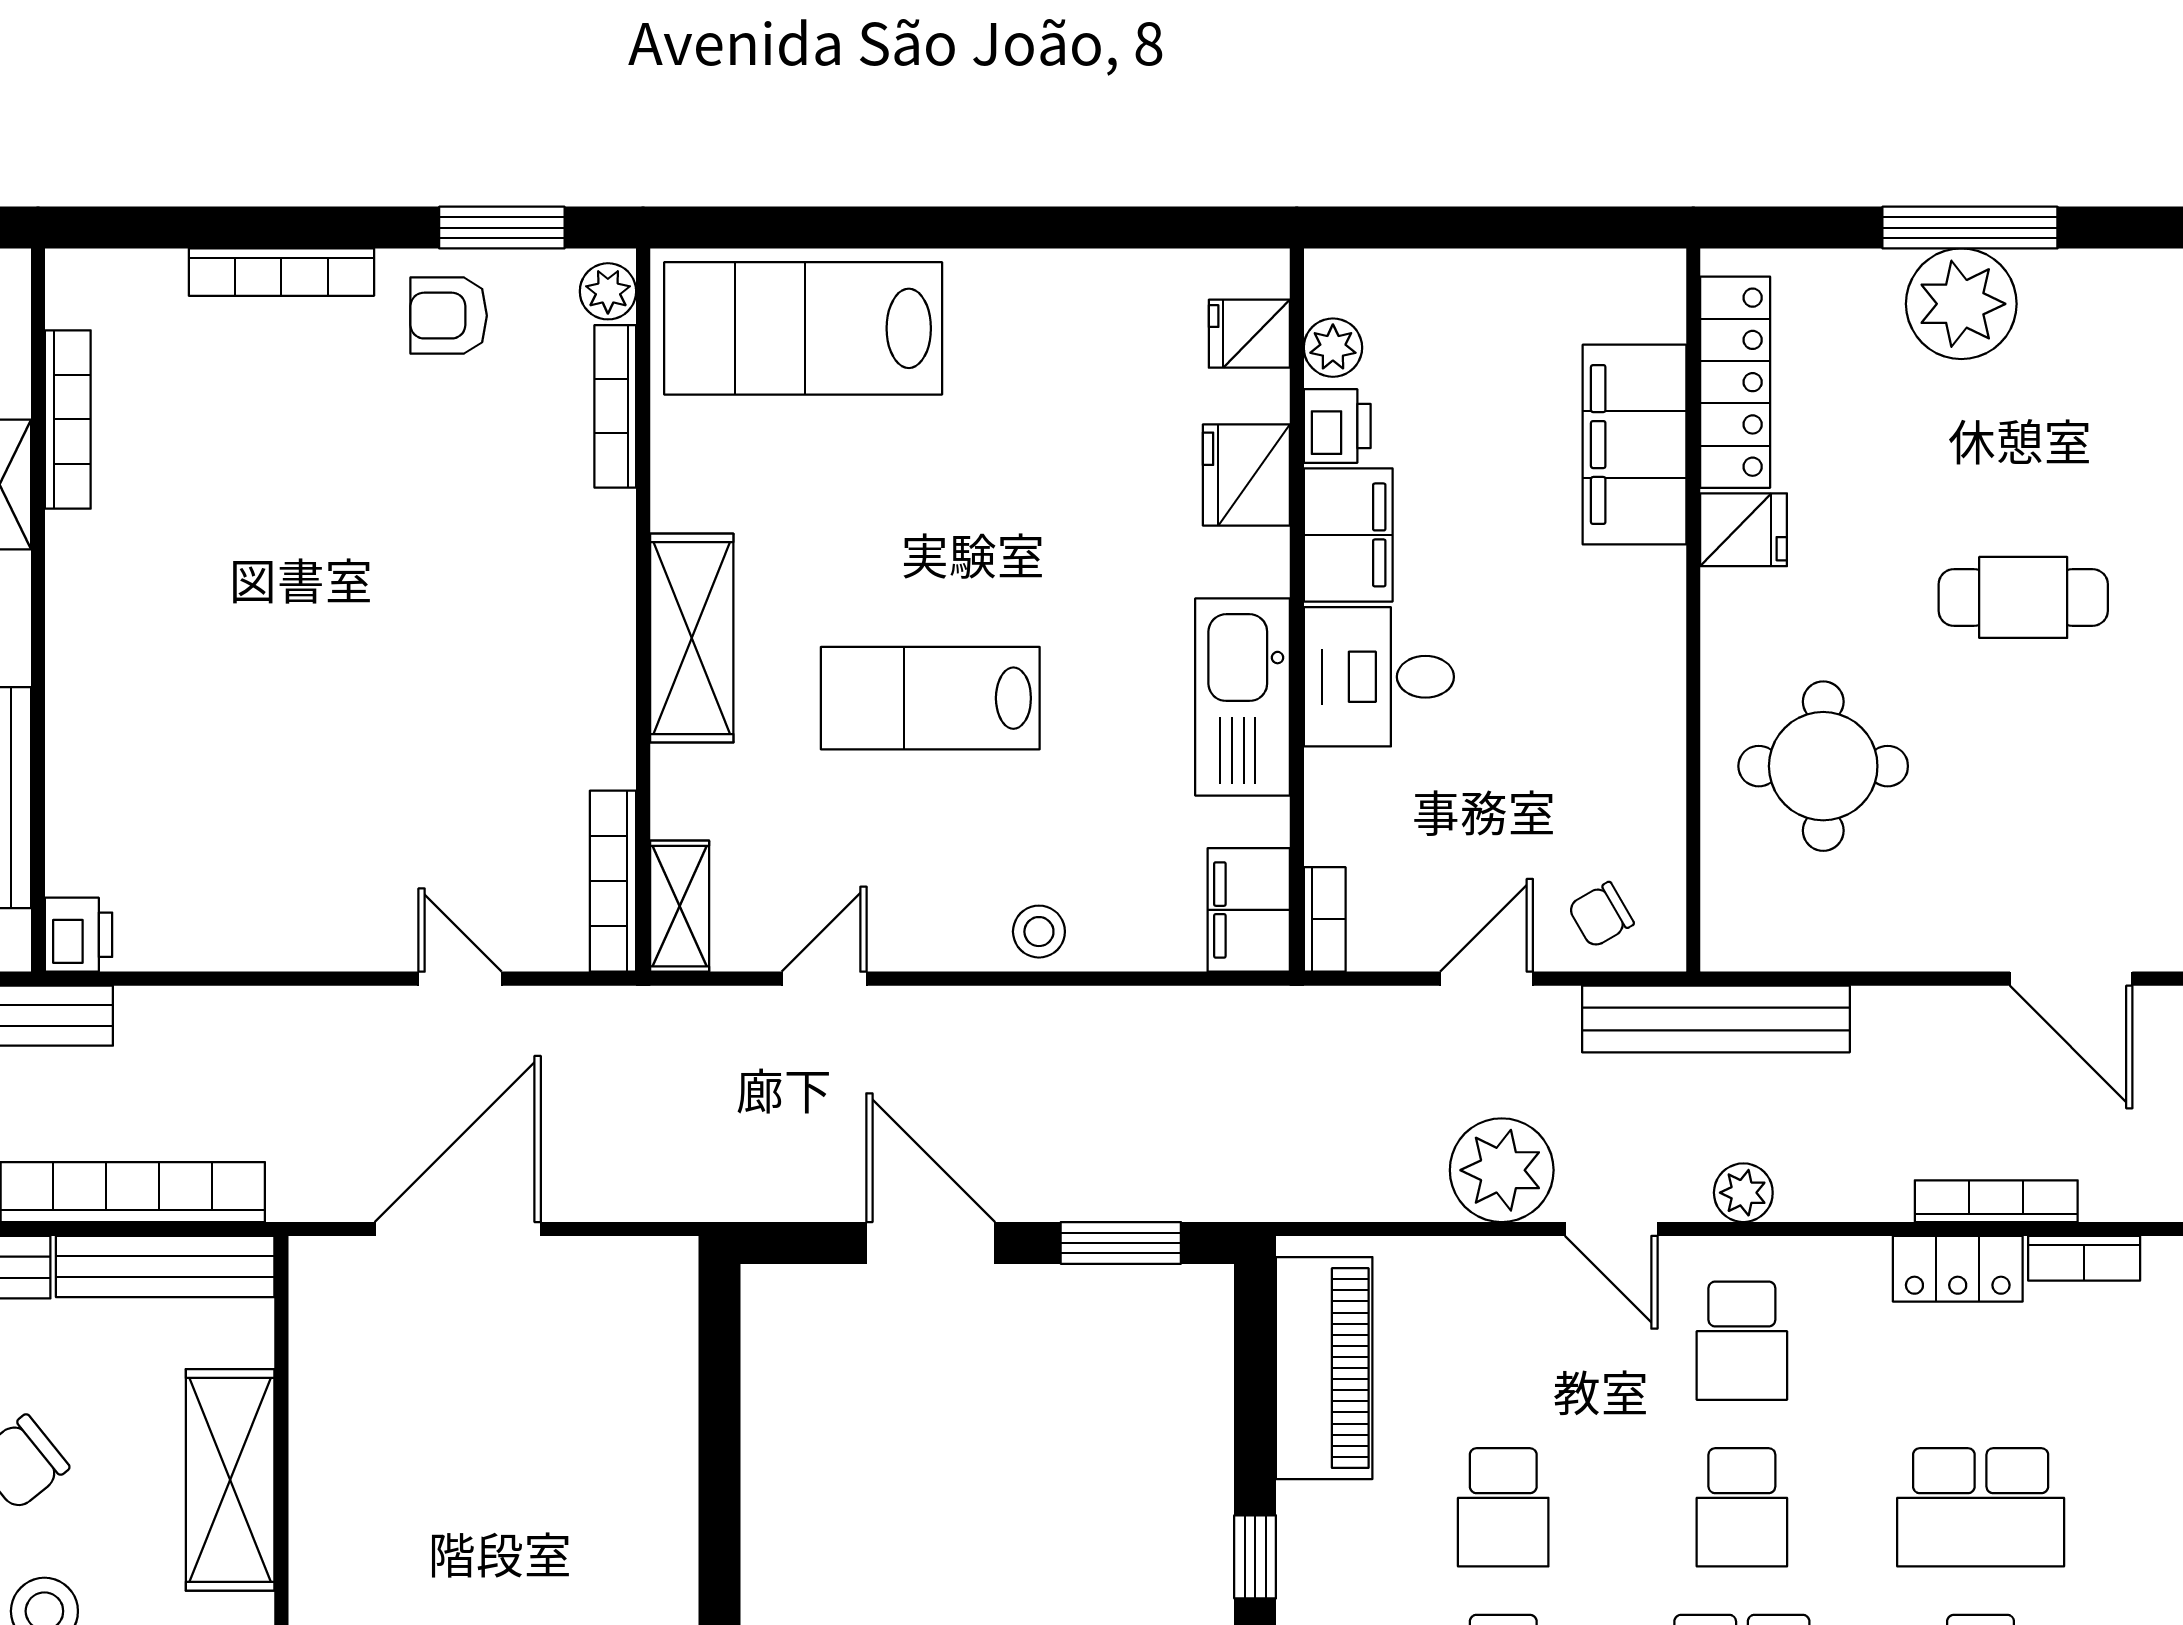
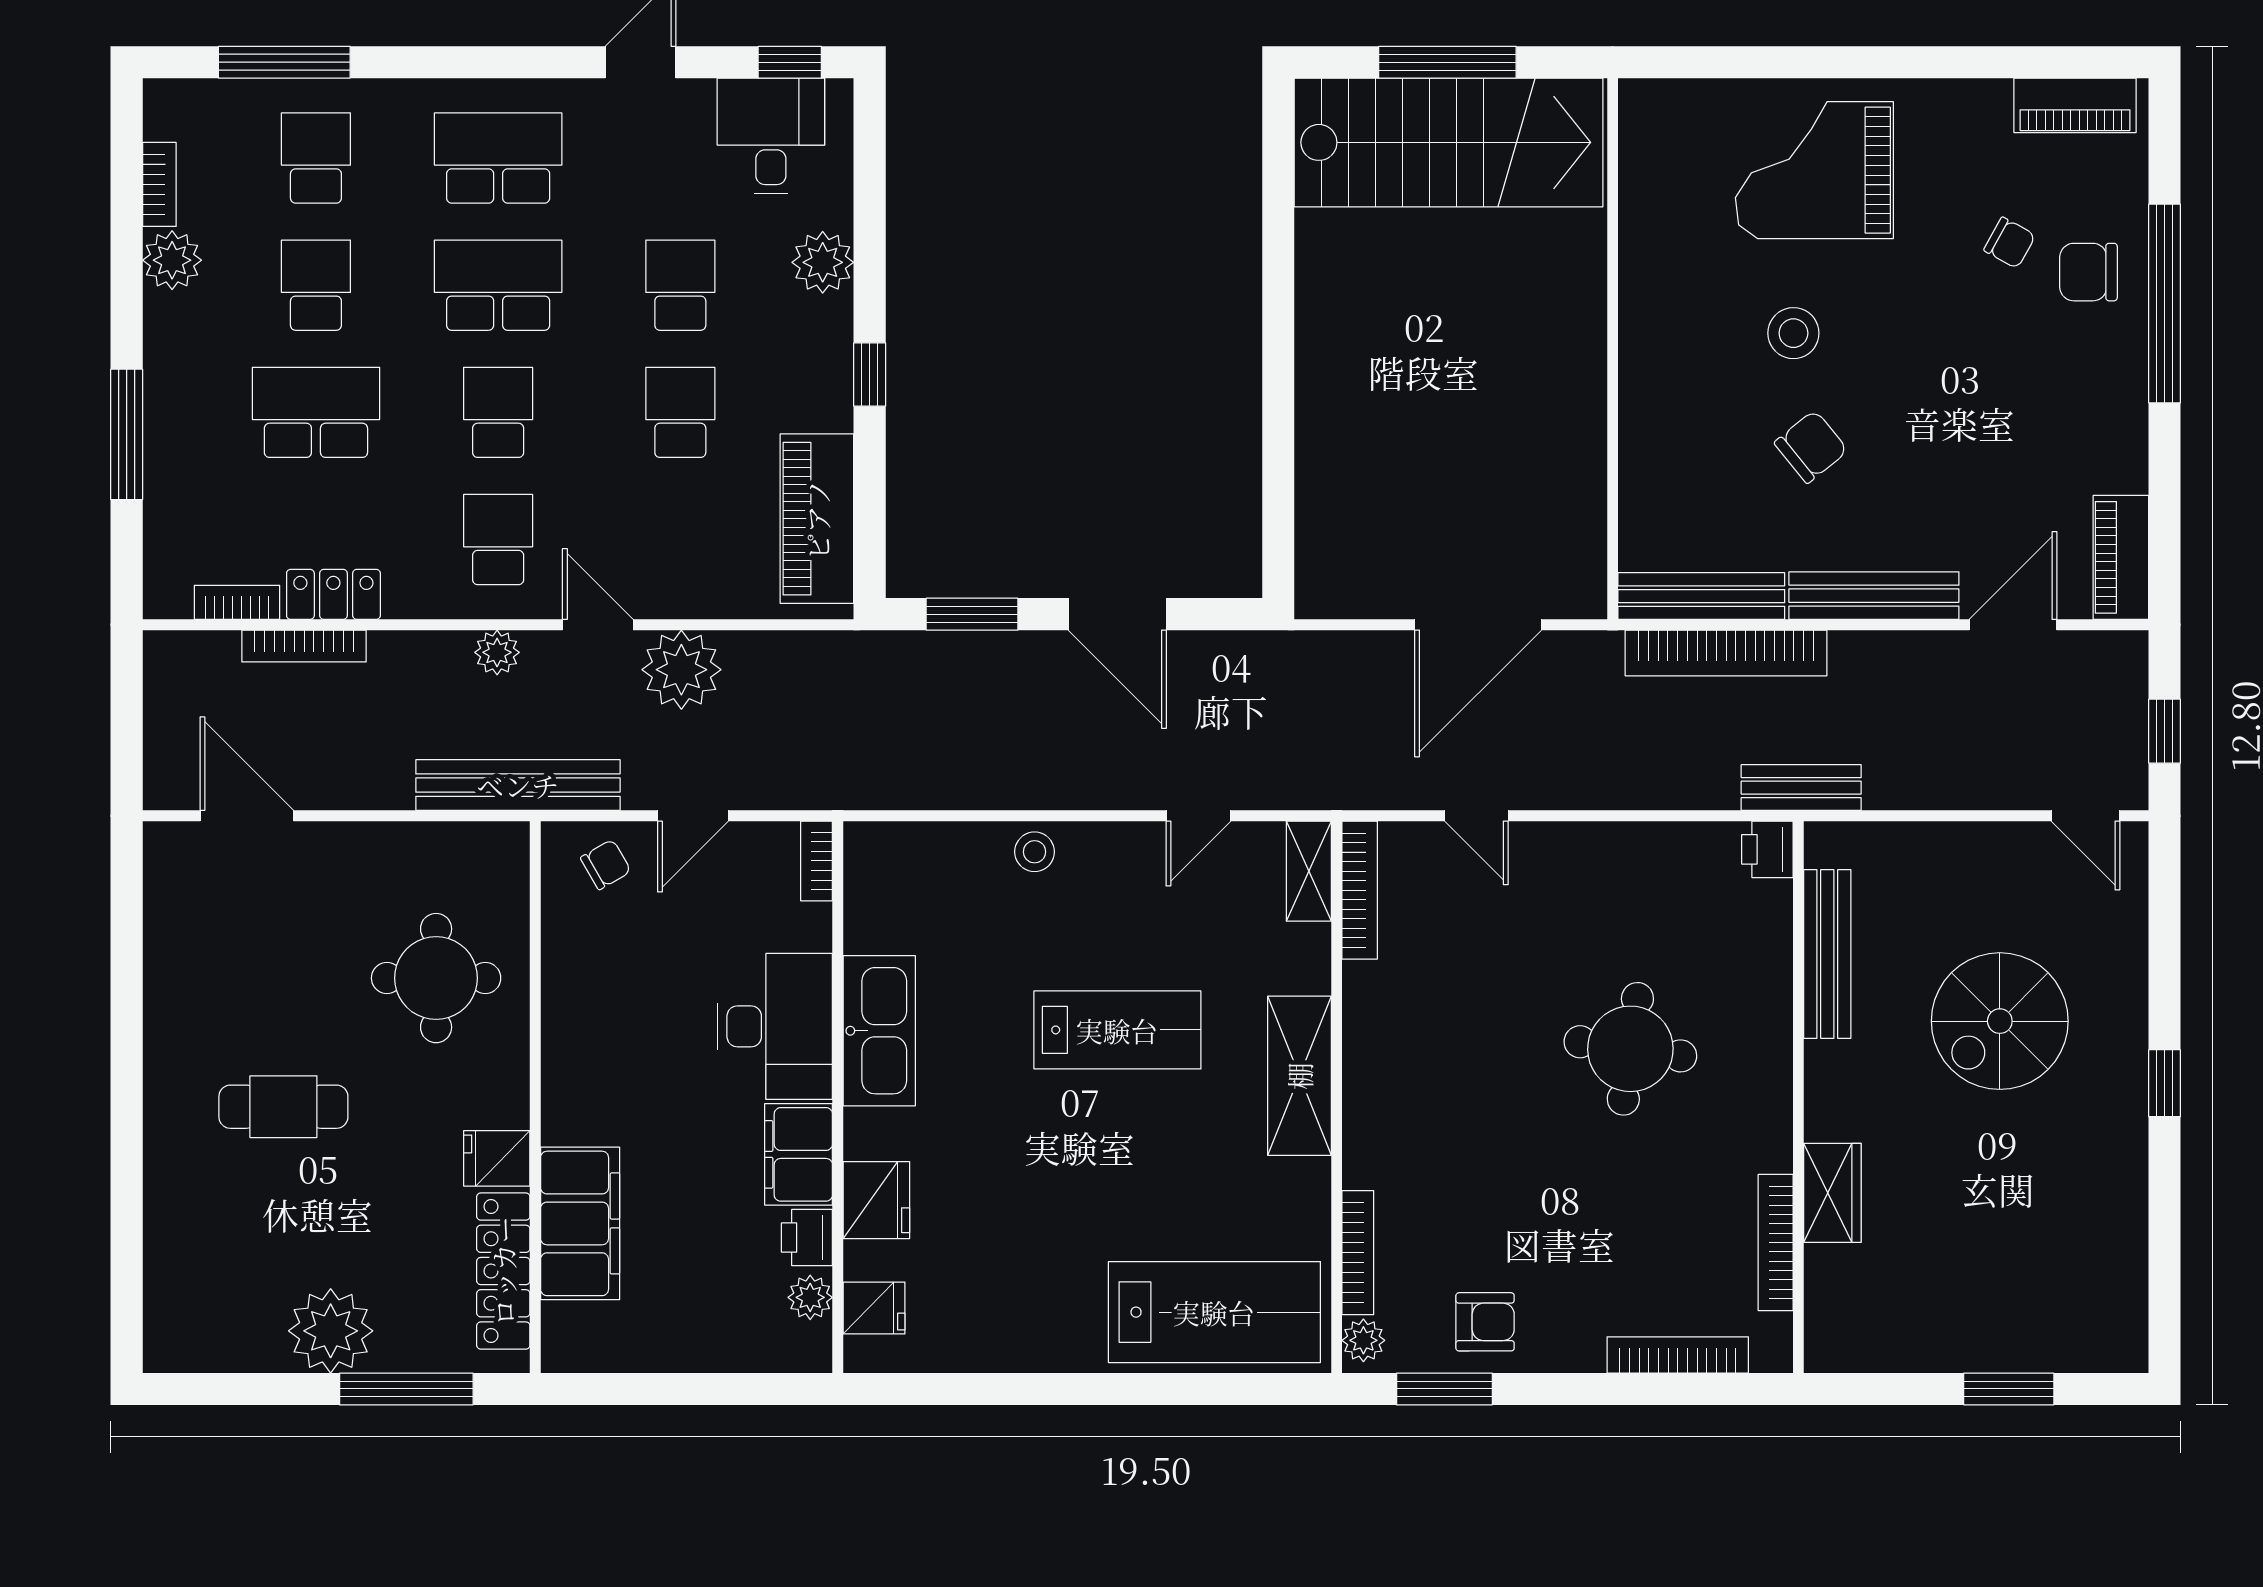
window: (1970, 228) -> (406, 1389), moved
bookcase: (281, 272) -> (1678, 1355), moved
round table: (258, 673) -> (1630, 1049), added
desk: (1379, 677) -> (775, 1026), width x1.37
filing cabinet: (1249, 910) -> (874, 868), removed
shelving: (230, 1480) -> (1652, 433), removed

